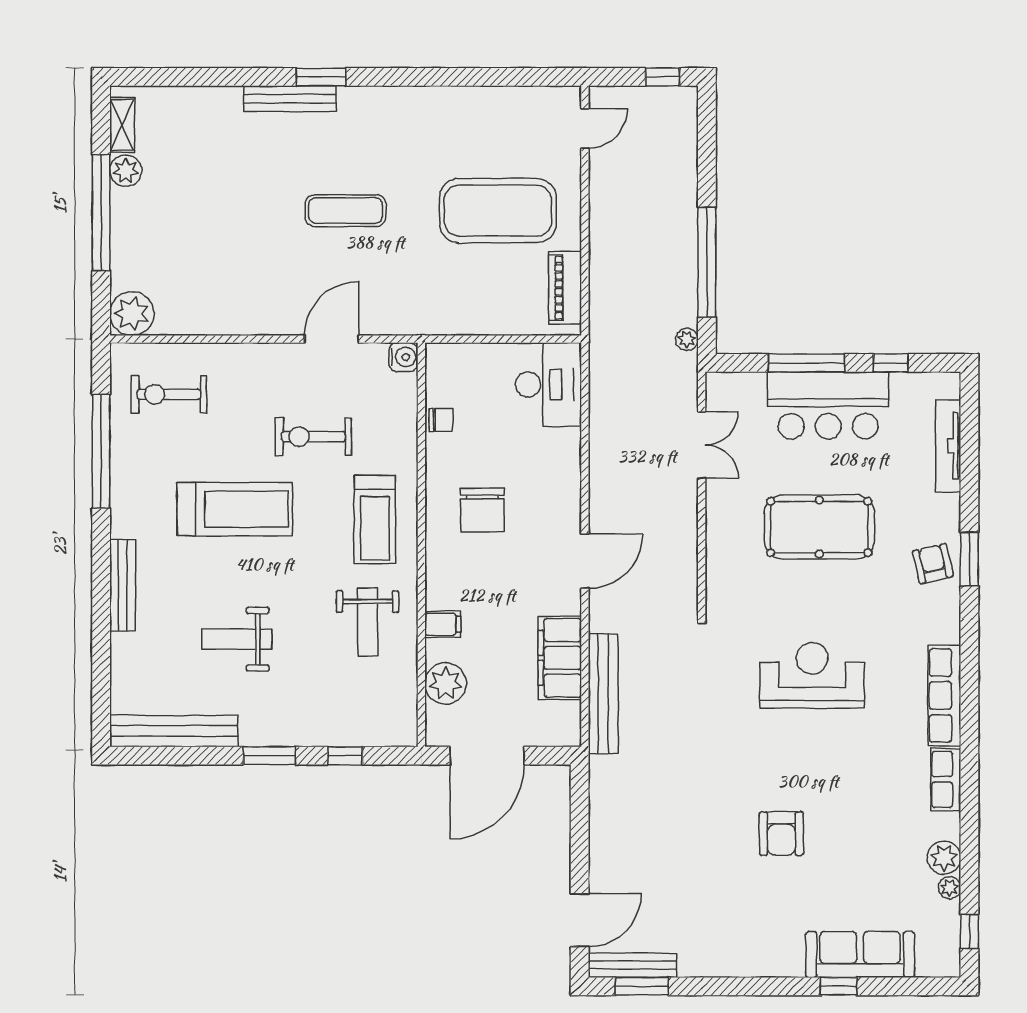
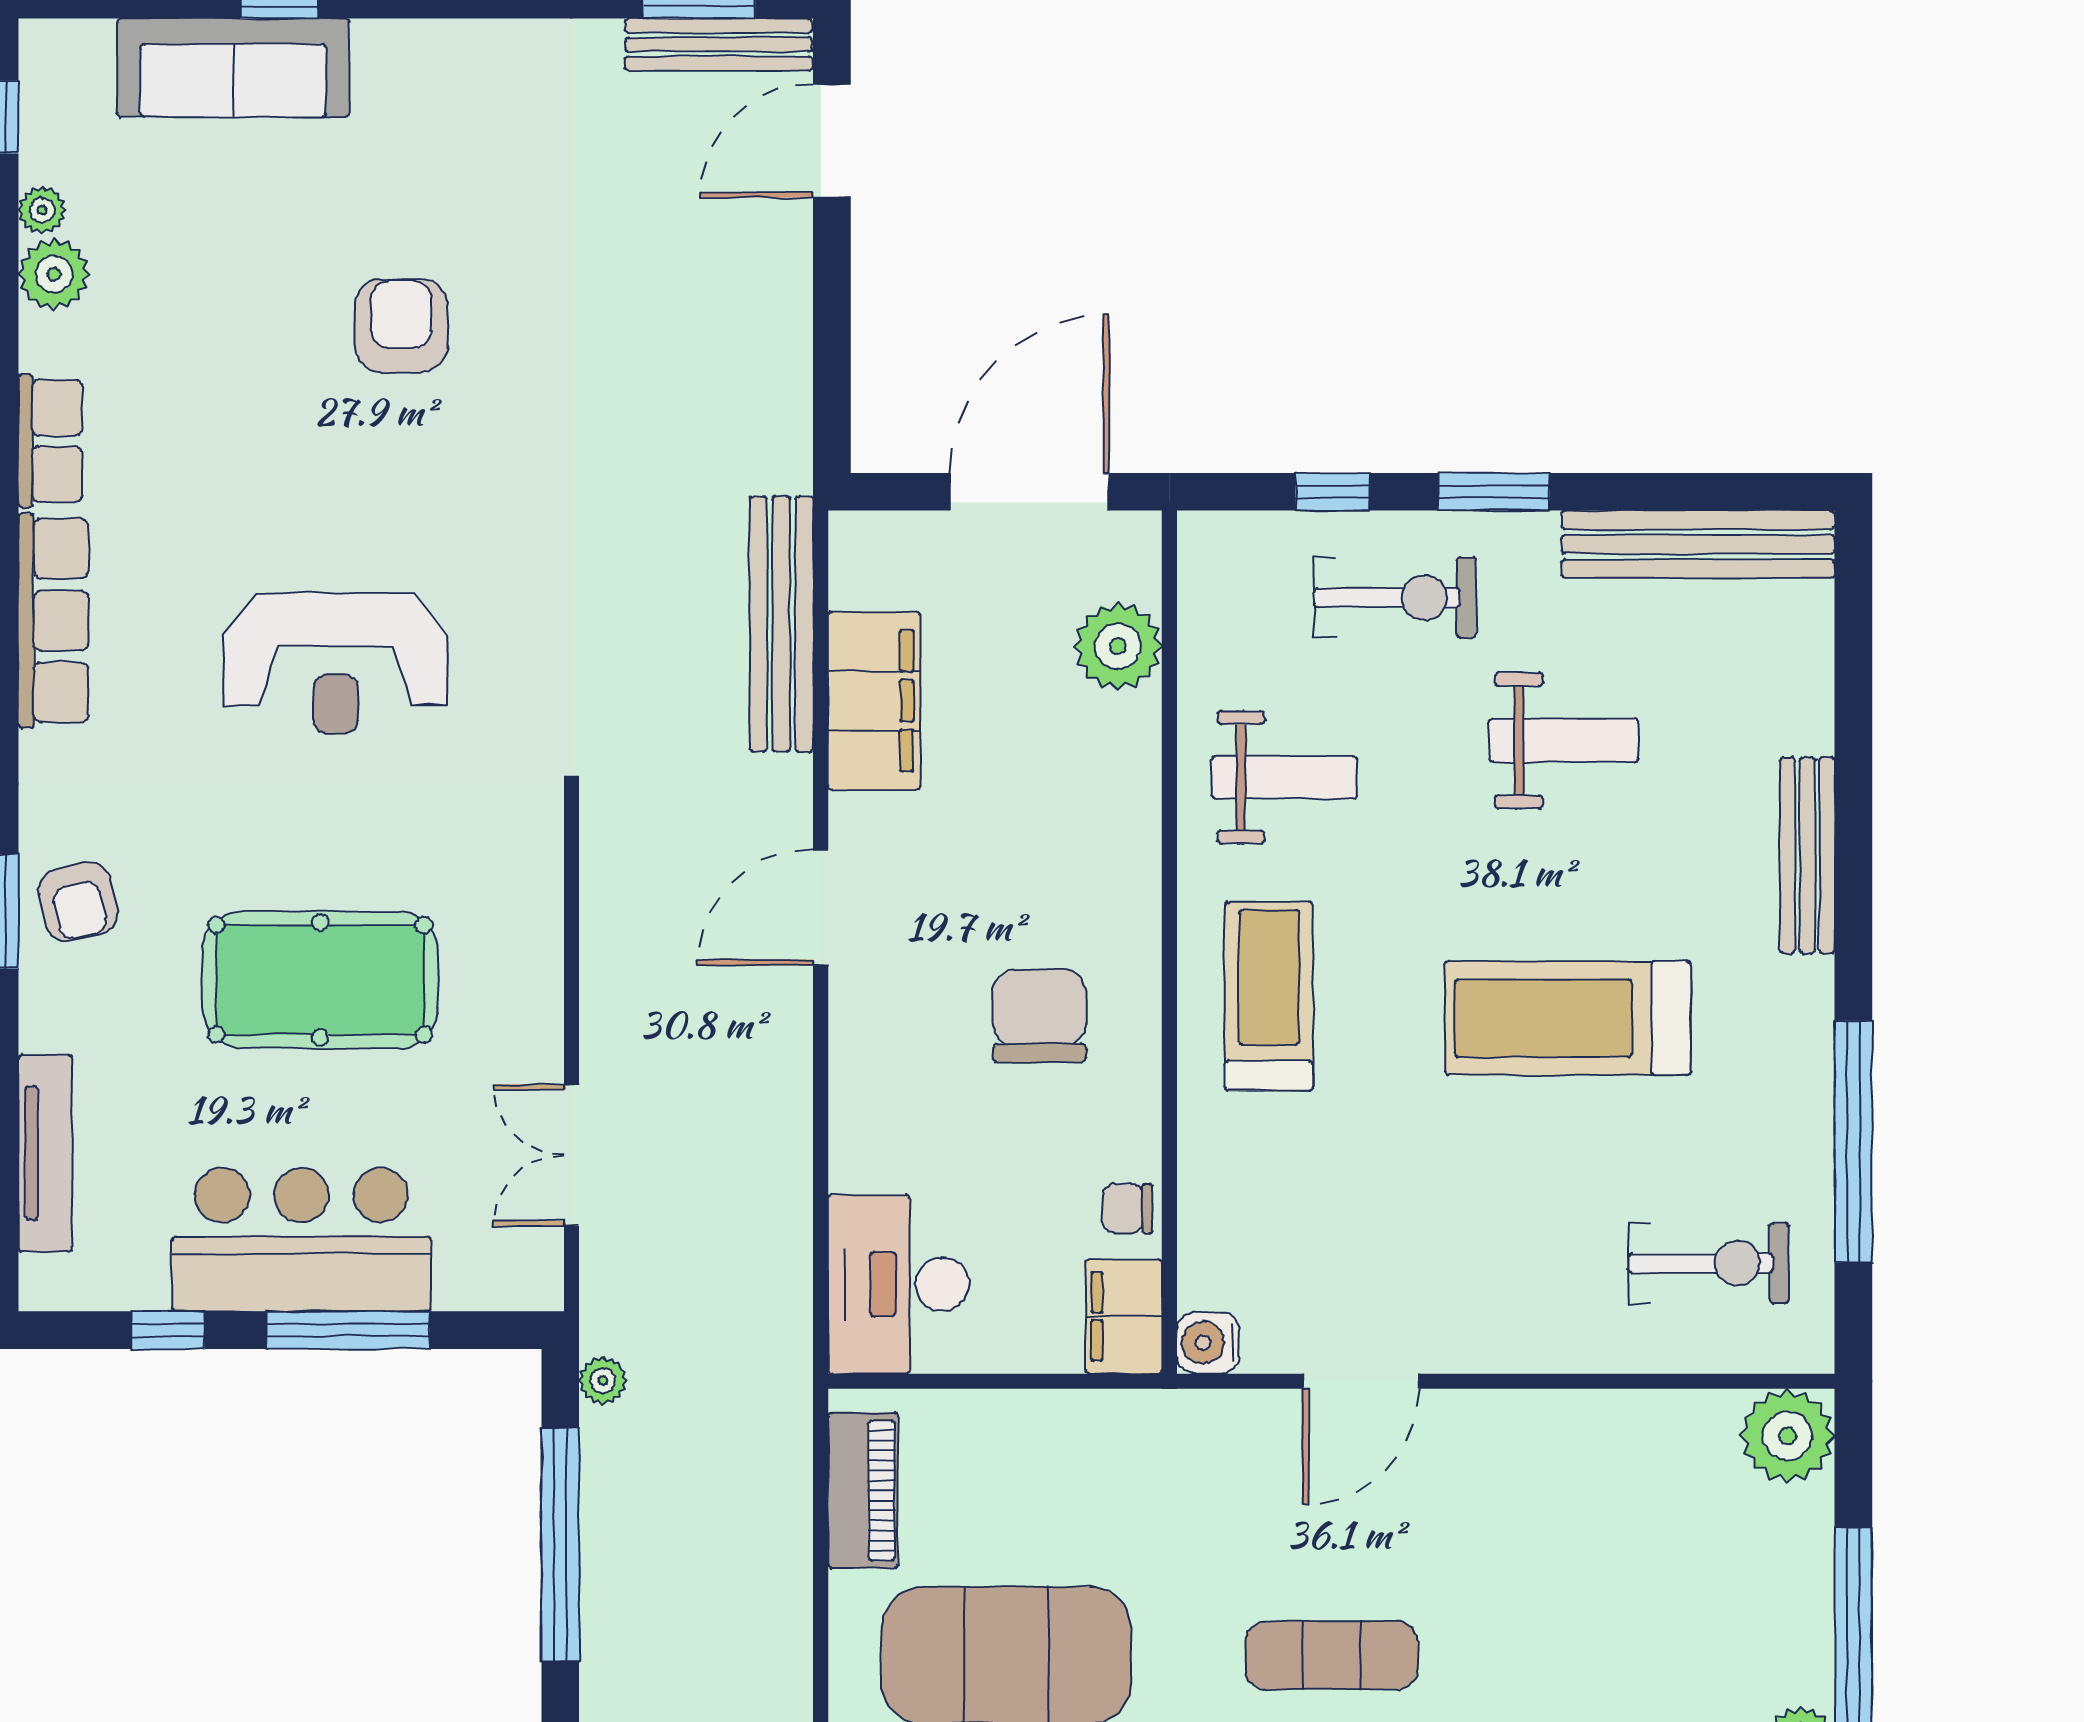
exercise bike: (313, 437) -> (1395, 598), moved
weight bench: (368, 622) -> (1284, 777), turned 90
filing cabinet: (443, 624) -> (1124, 1316), moved, width x2.00

